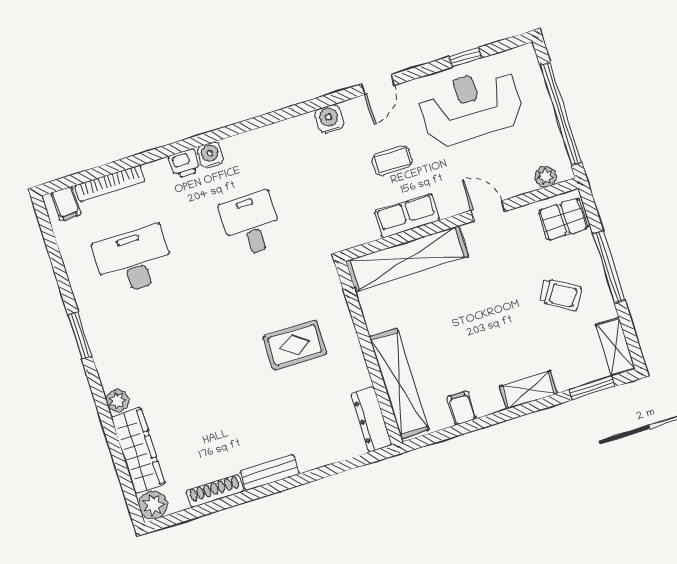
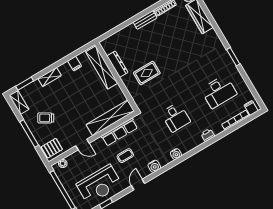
water cooler: (210, 155) -> (176, 154), moved
row of seats: (407, 216) -> (119, 132), width x1.48
plant: (117, 401) -> (212, 34), removed
dresser: (371, 419) -> (117, 64), moved

